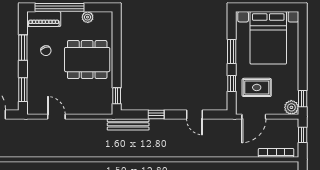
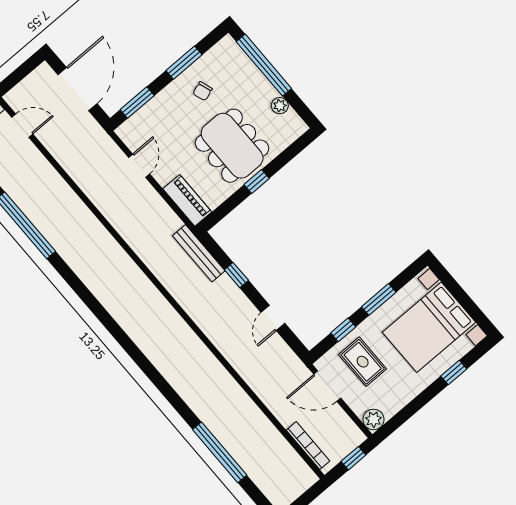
piano: (44, 19) -> (187, 200), moved, turned 180
window: (117, 96) -> (257, 181), moved
window: (303, 99) -> (454, 372), moved

